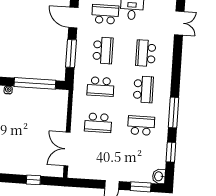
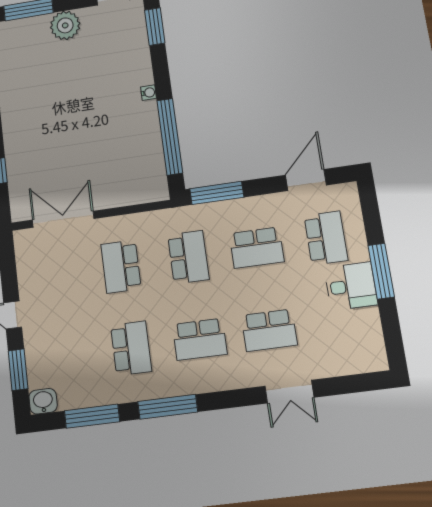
double door: (179, 23) -> (289, 392), moved
school desk: (146, 53) -> (269, 330), turned 180
window: (71, 54) -> (217, 193), moved
school desk: (101, 87) -> (188, 257), turned 180
window: (171, 152) -> (92, 416), width x1.44

